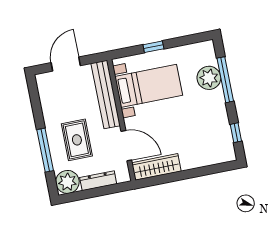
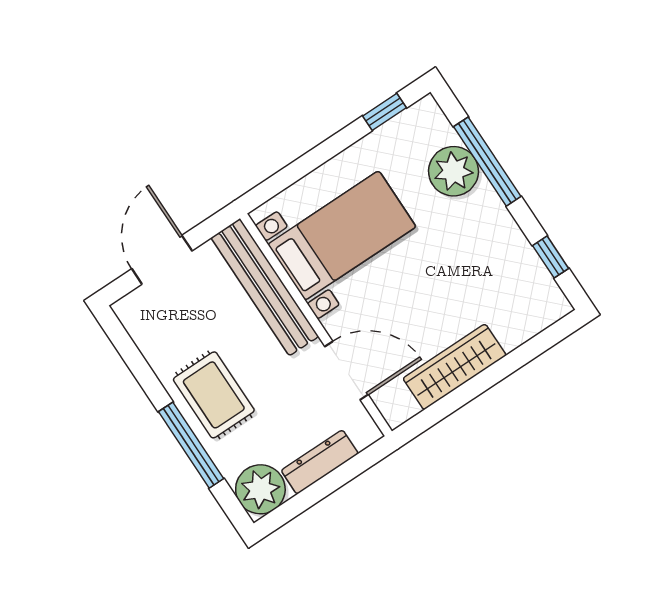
window: (153, 47) -> (384, 112), moved
rug: (77, 140) -> (214, 395), moved
wardrobe: (156, 167) -> (455, 367), moved

